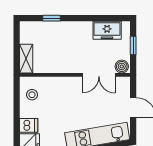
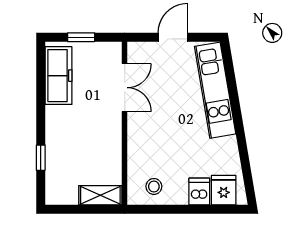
freezer: (107, 30) -> (59, 76), width x1.40
boiler: (122, 66) -> (112, 54), removed

